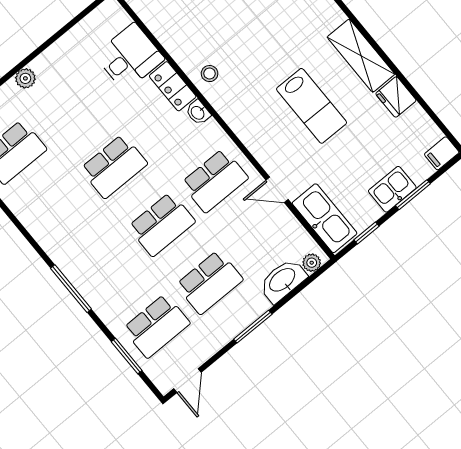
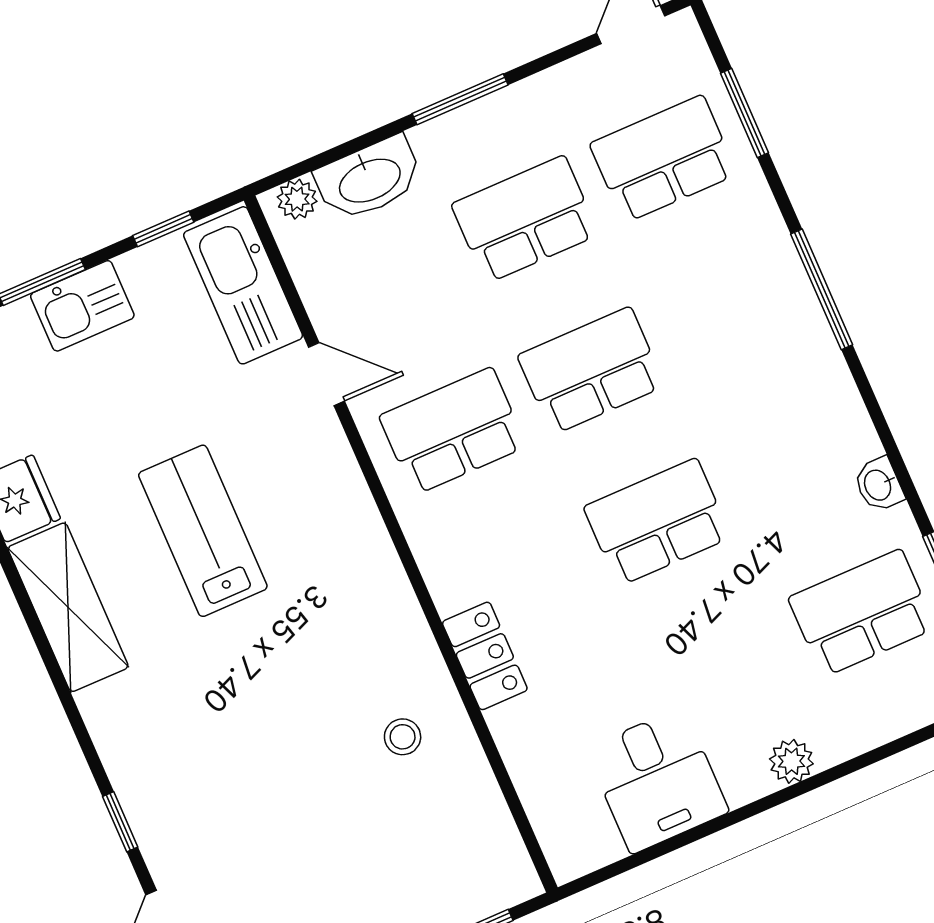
desk: (129, 57) -> (657, 780), moved, turned -90
stool: (210, 74) -> (403, 737), moved
washbasin: (198, 113) -> (879, 485), moved, turned 180

